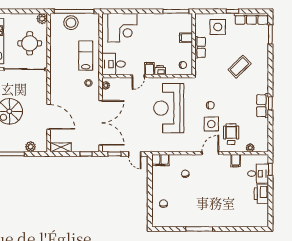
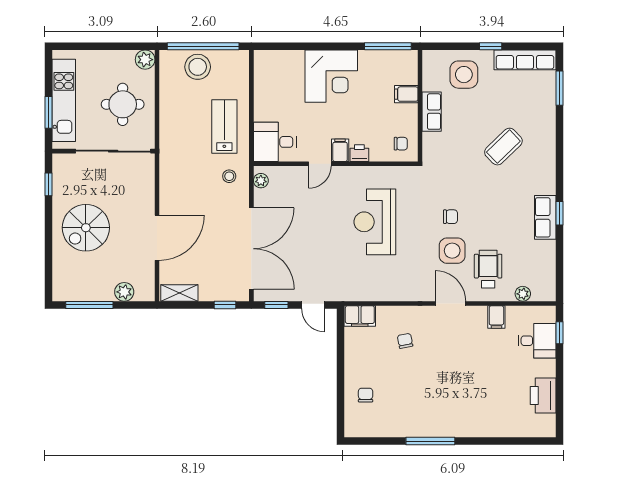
corner desk: (122, 28) -> (331, 76), moved
reception desk: (169, 108) -> (375, 222), width x0.74, depth x0.77
door: (49, 117) -> (157, 238), hinge flipped
door: (210, 153) -> (451, 304), hinge flipped
printer: (261, 194) -> (543, 396), moved

